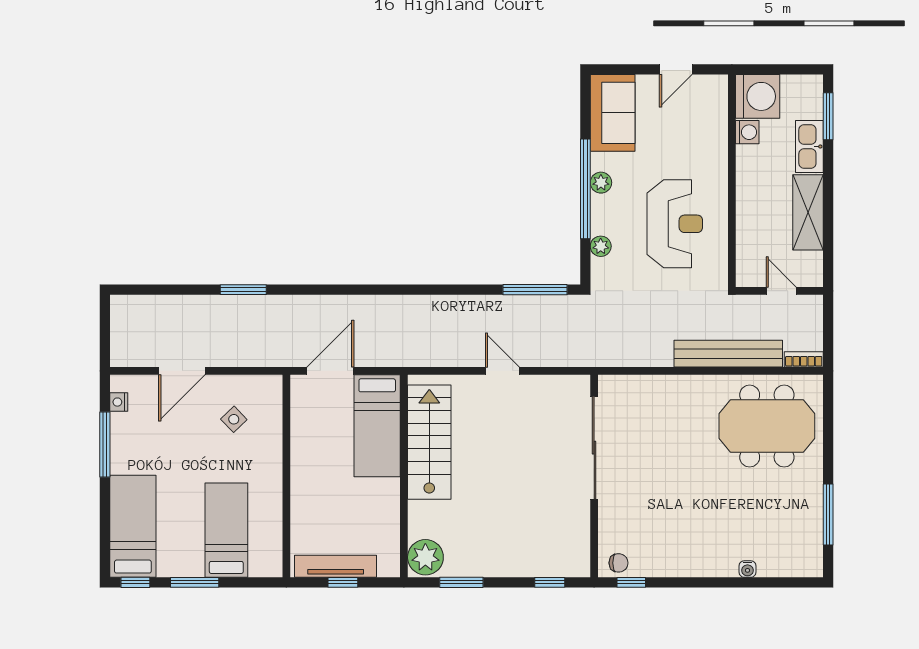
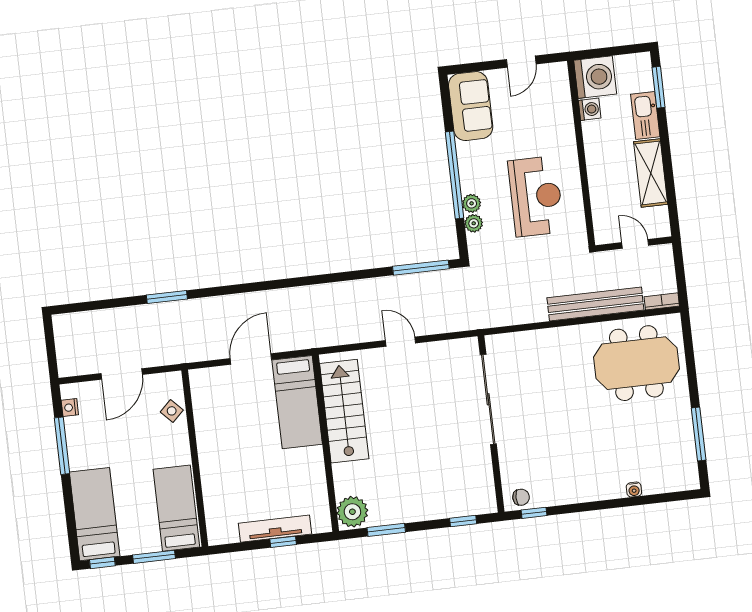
plant: (601, 183) -> (472, 203), moved
wall: (286, 476) -> (195, 458), moved

